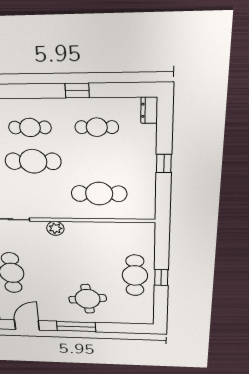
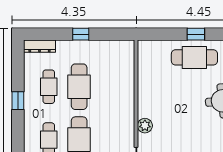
dresser: (149, 110) -> (39, 46), width x1.44
cafe table: (99, 194) -> (79, 87), moved

